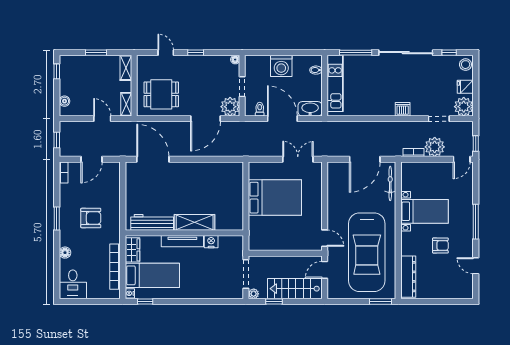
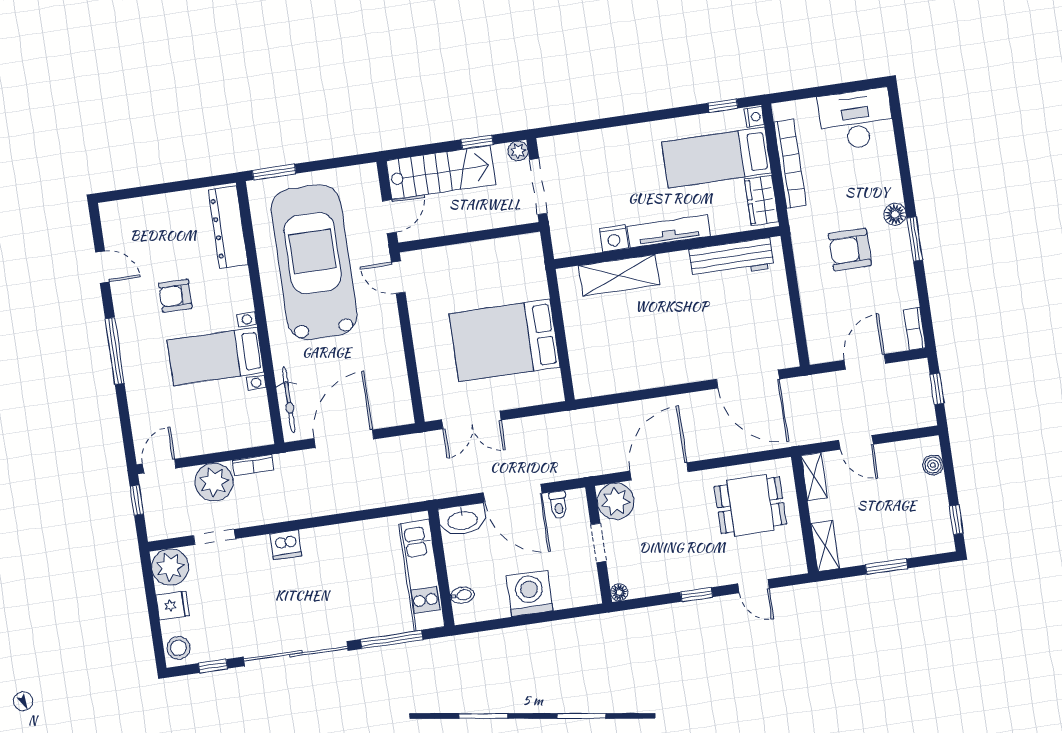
shelving: (195, 222) -> (619, 275), moved
floor lamp: (65, 253) -> (895, 214), moved
desk: (73, 284) -> (856, 119), width x1.37

